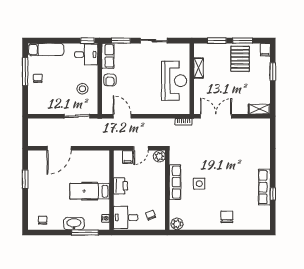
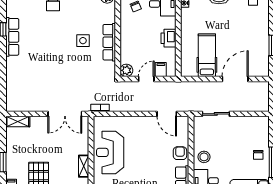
stool: (82, 89) -> (204, 157), moved
hospital bed: (90, 191) -> (207, 55), moved, turned -90

